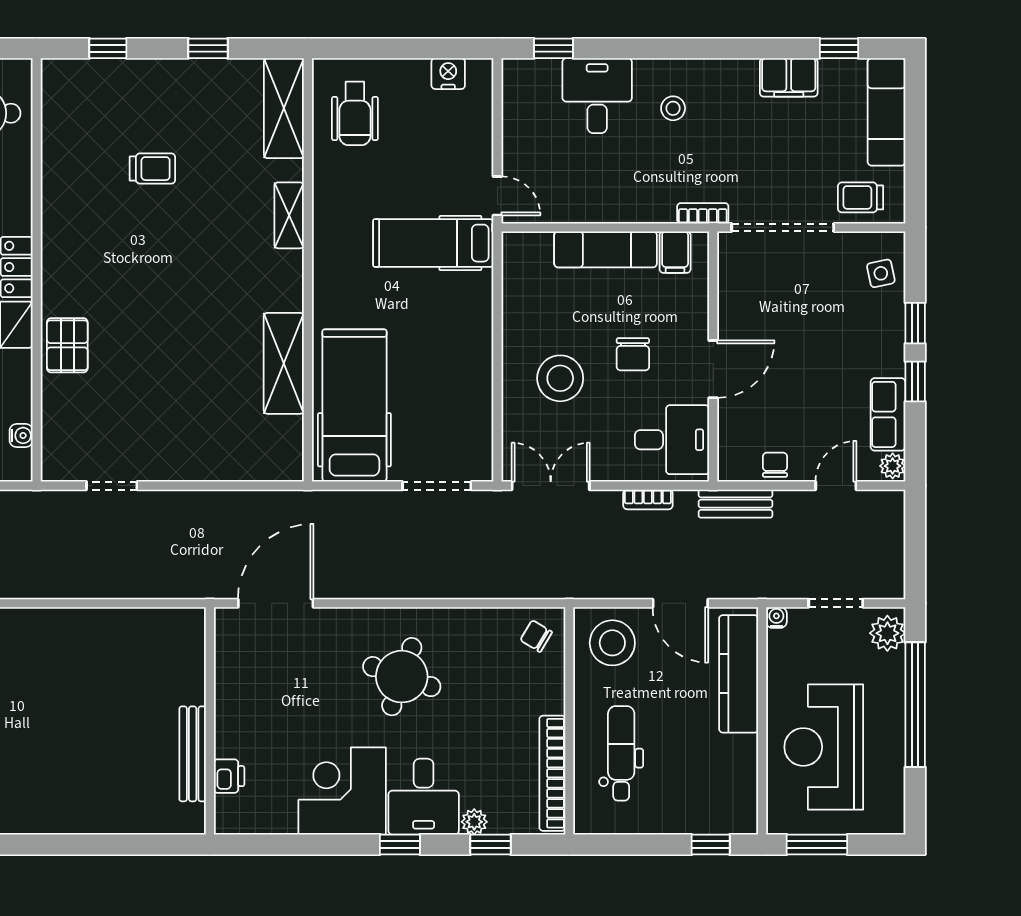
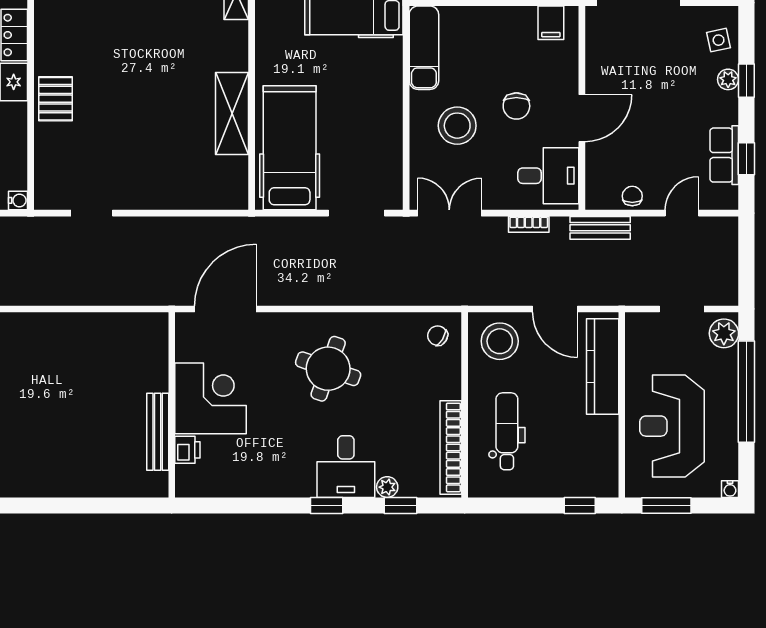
exam couch: (606, 249) -> (424, 48), moved, turned -90
window: (915, 381) -> (746, 159), moved
water cooler: (21, 435) -> (18, 200), moved
plant: (893, 466) -> (728, 79), moved
water cooler: (776, 618) -> (730, 489), moved, turned 180
corner desk: (342, 791) -> (211, 398), moved, turned 90

